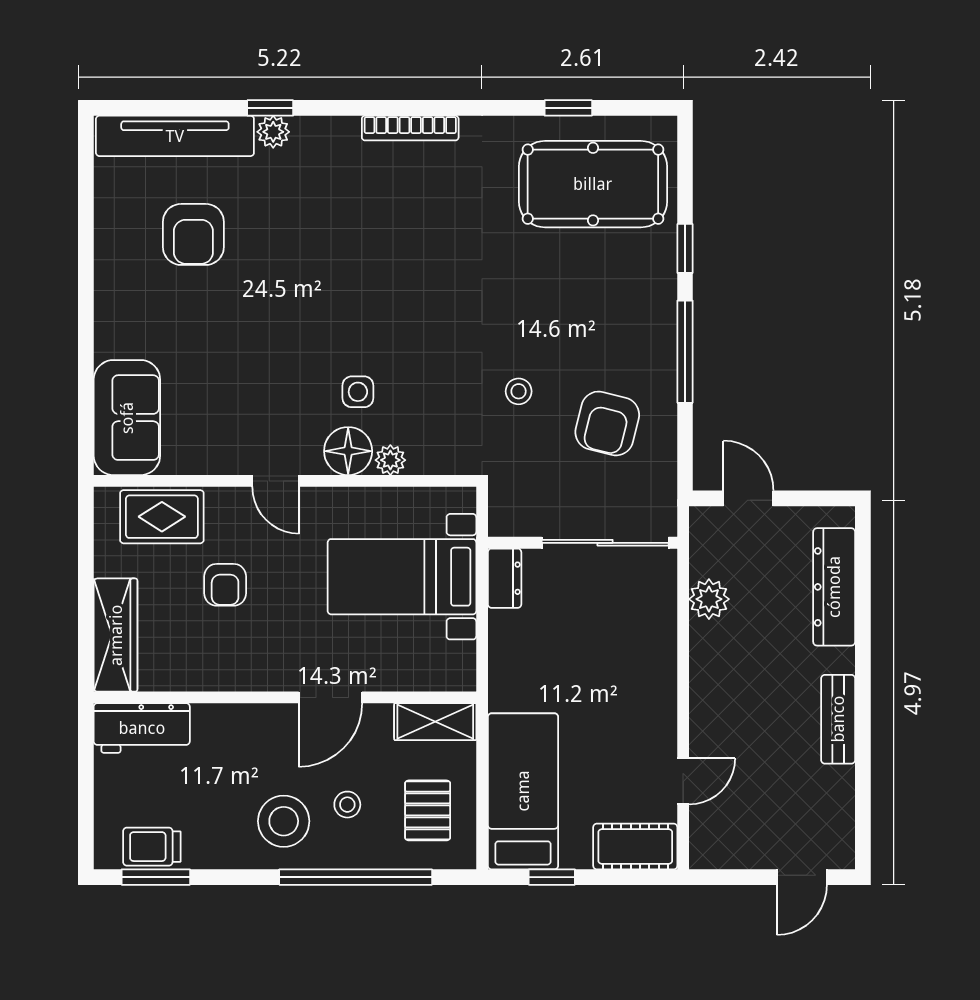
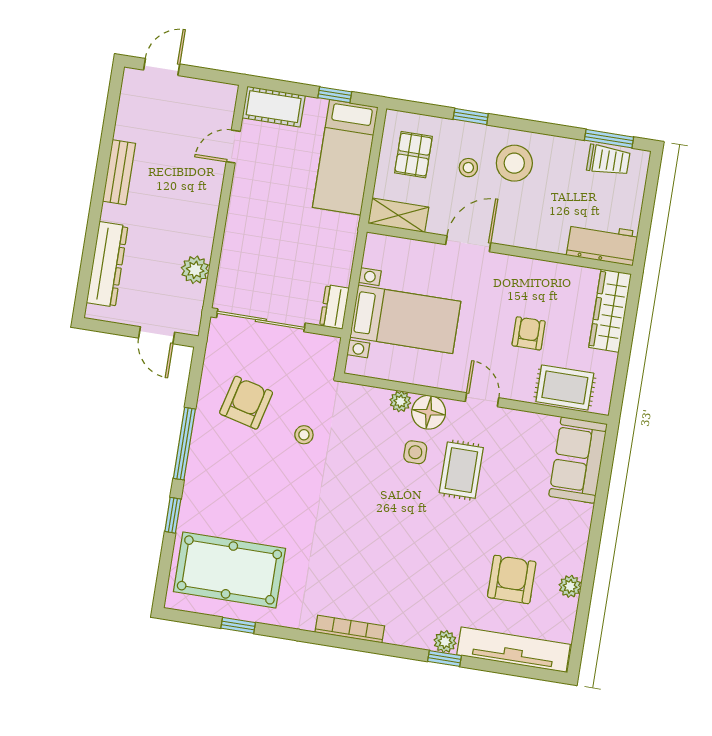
plant: (110, 238) -> (570, 586), added
rug: (289, 377) -> (461, 470), added
window: (356, 877) -> (471, 116), width x0.32

